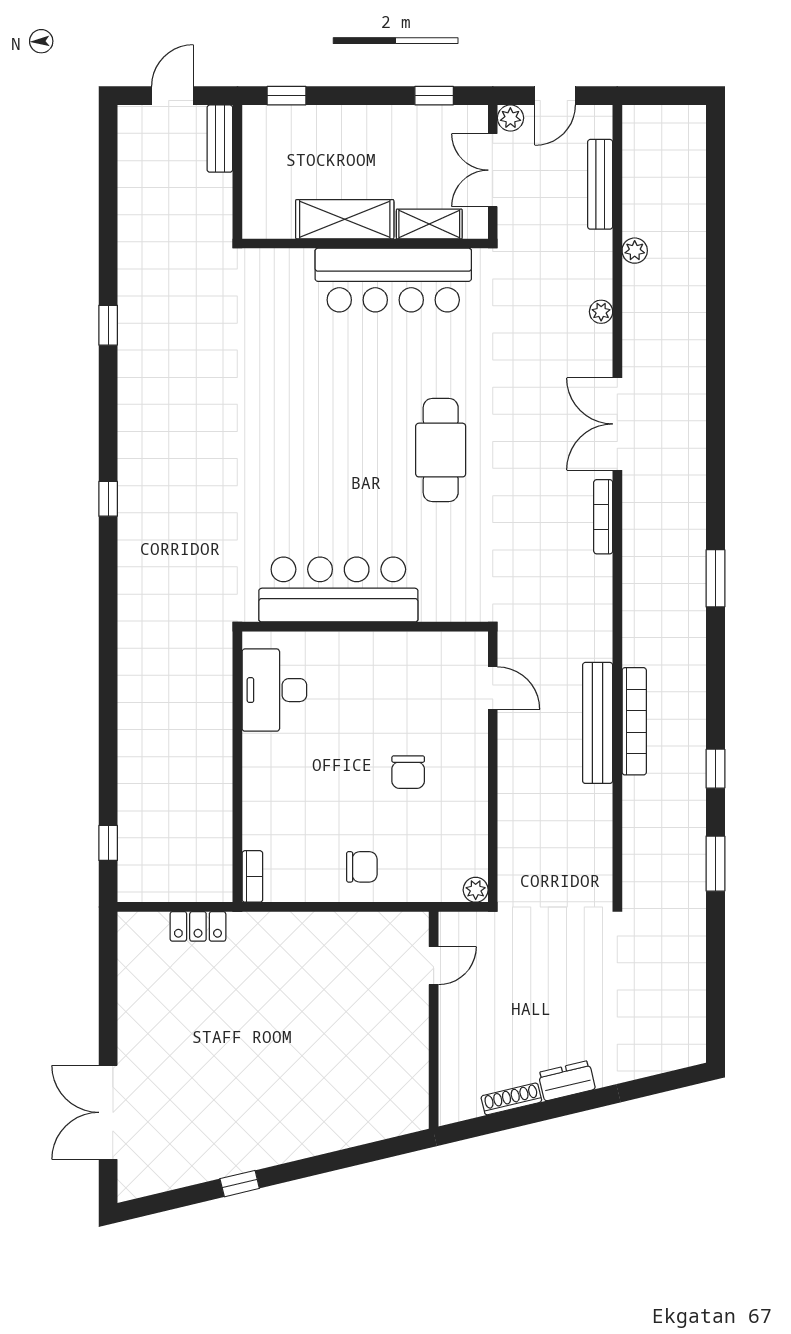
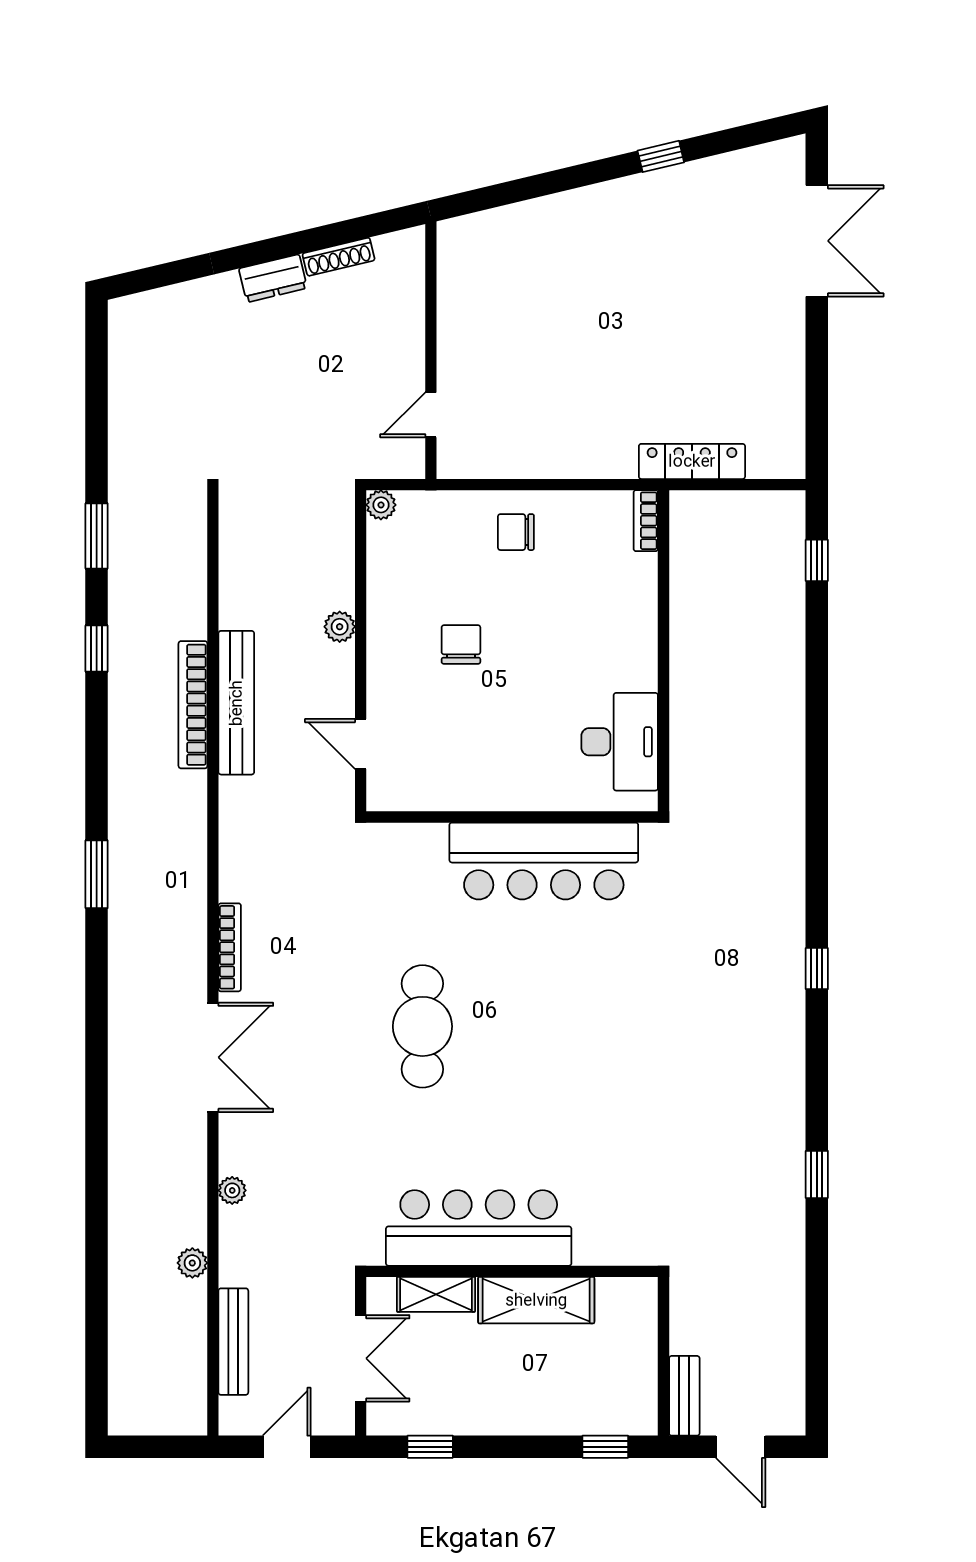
door: (172, 96) -> (741, 1447), hinge flipped
plant: (510, 118) -> (340, 627), moved
locker: (198, 926) -> (692, 461), width x1.53

